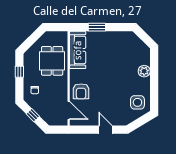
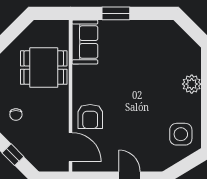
sofa: (78, 50) -> (85, 42), width x0.73
dining table: (52, 61) -> (44, 68), turned 90

